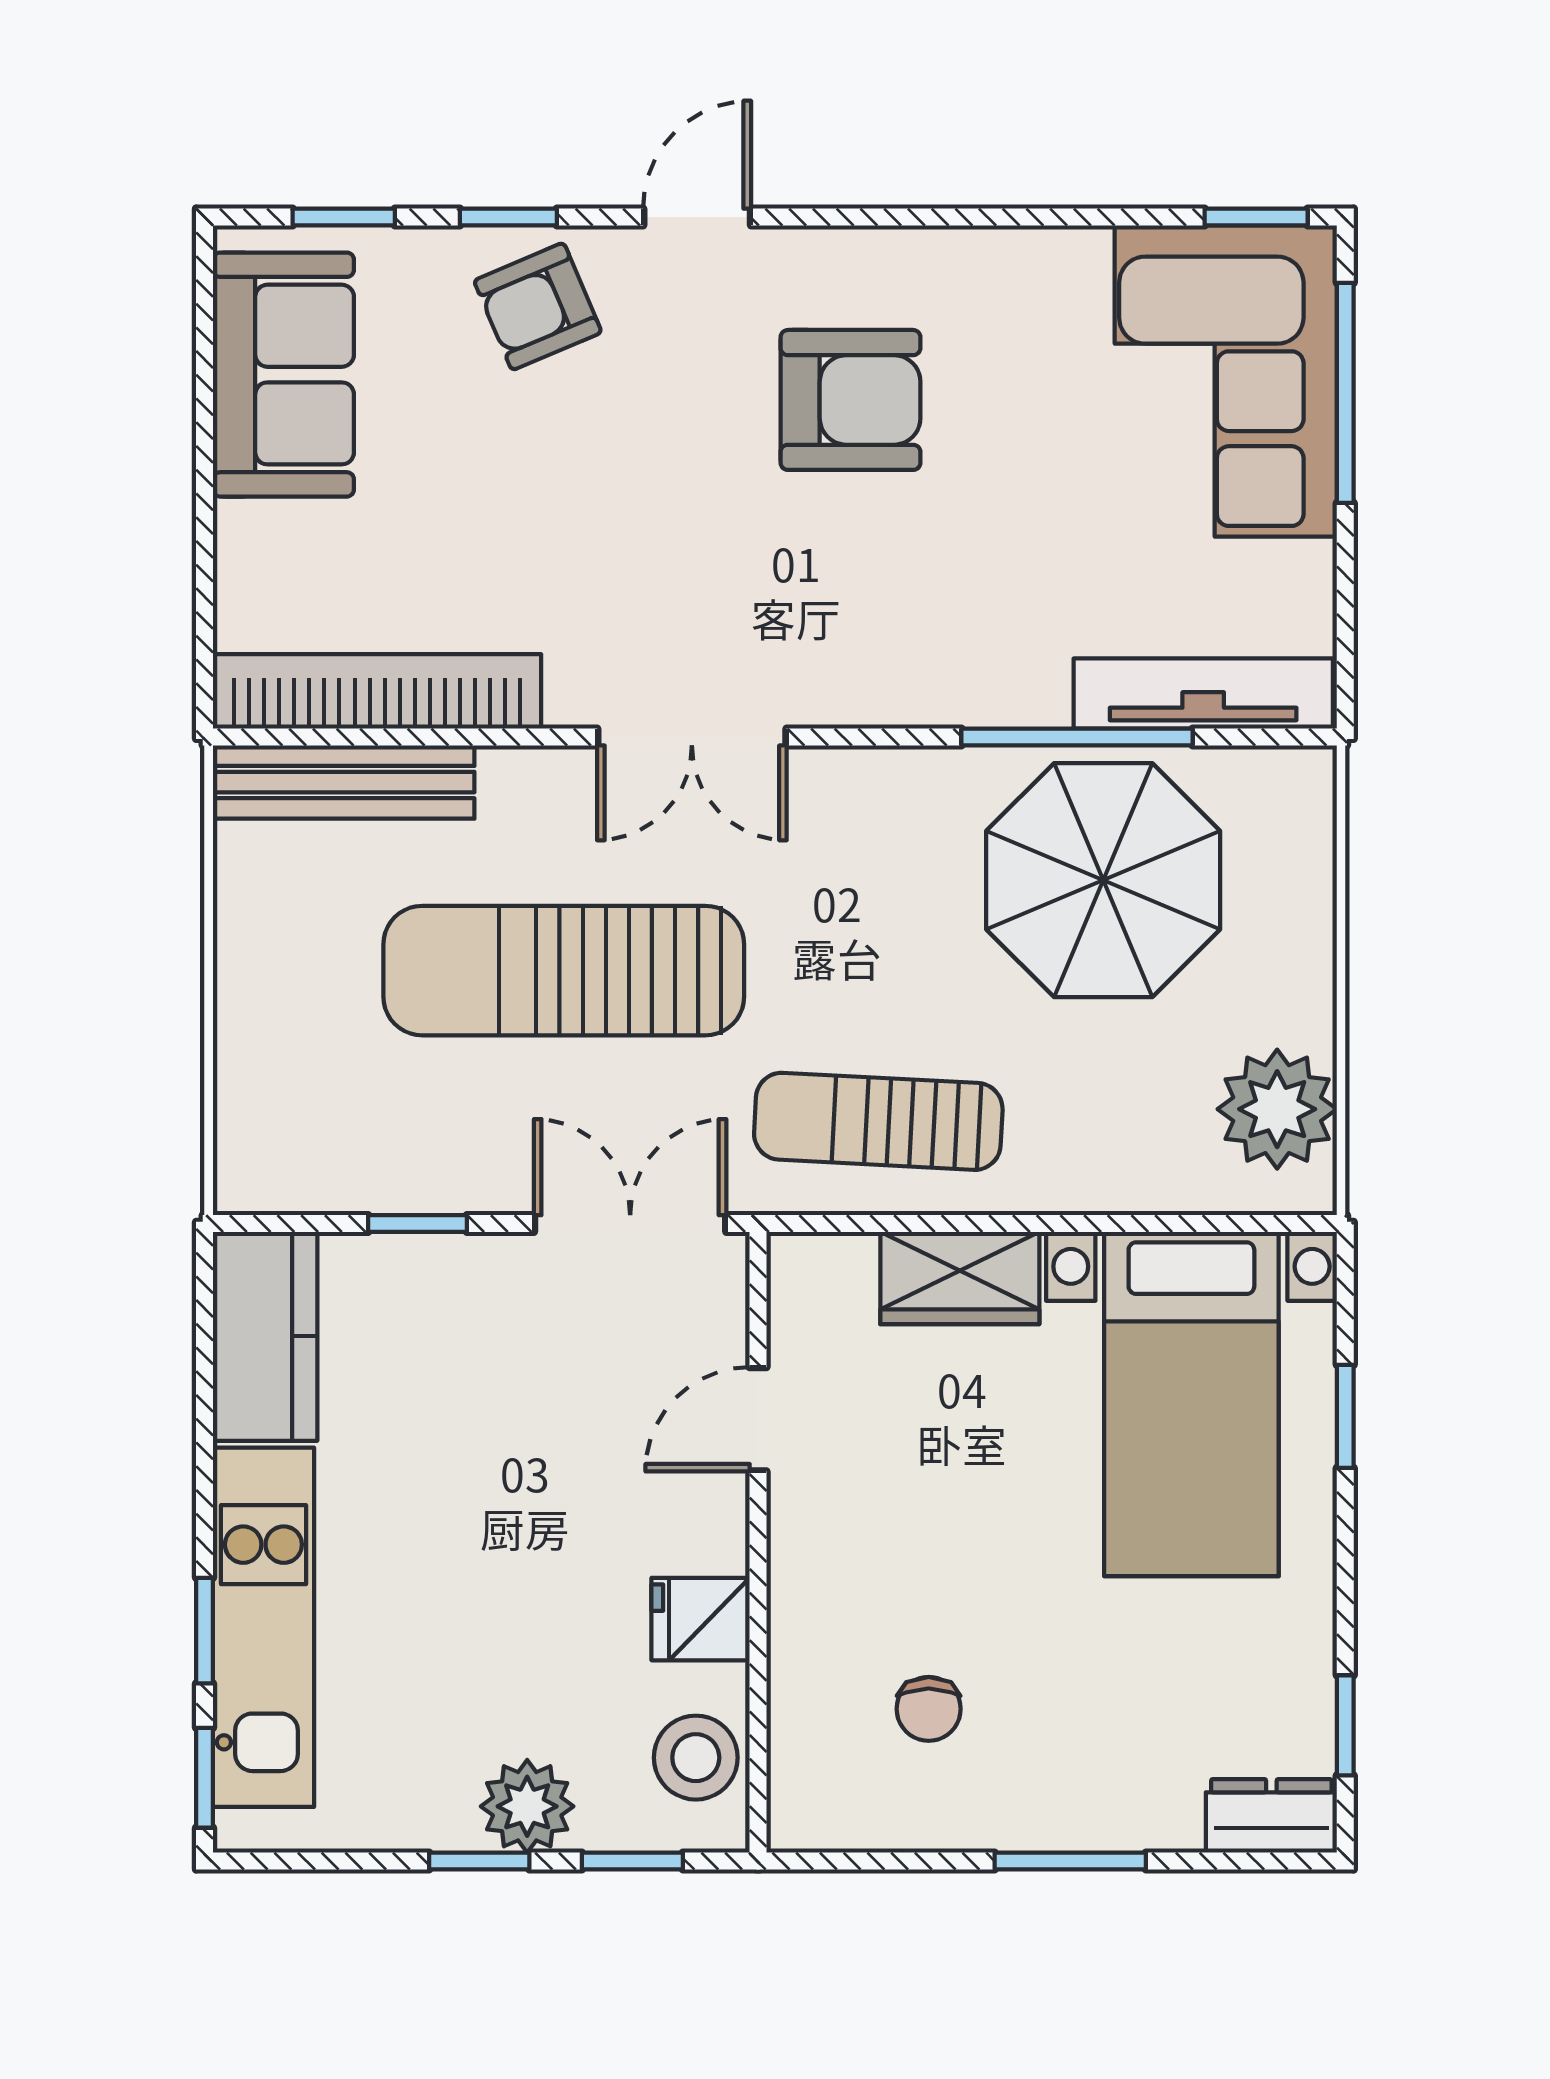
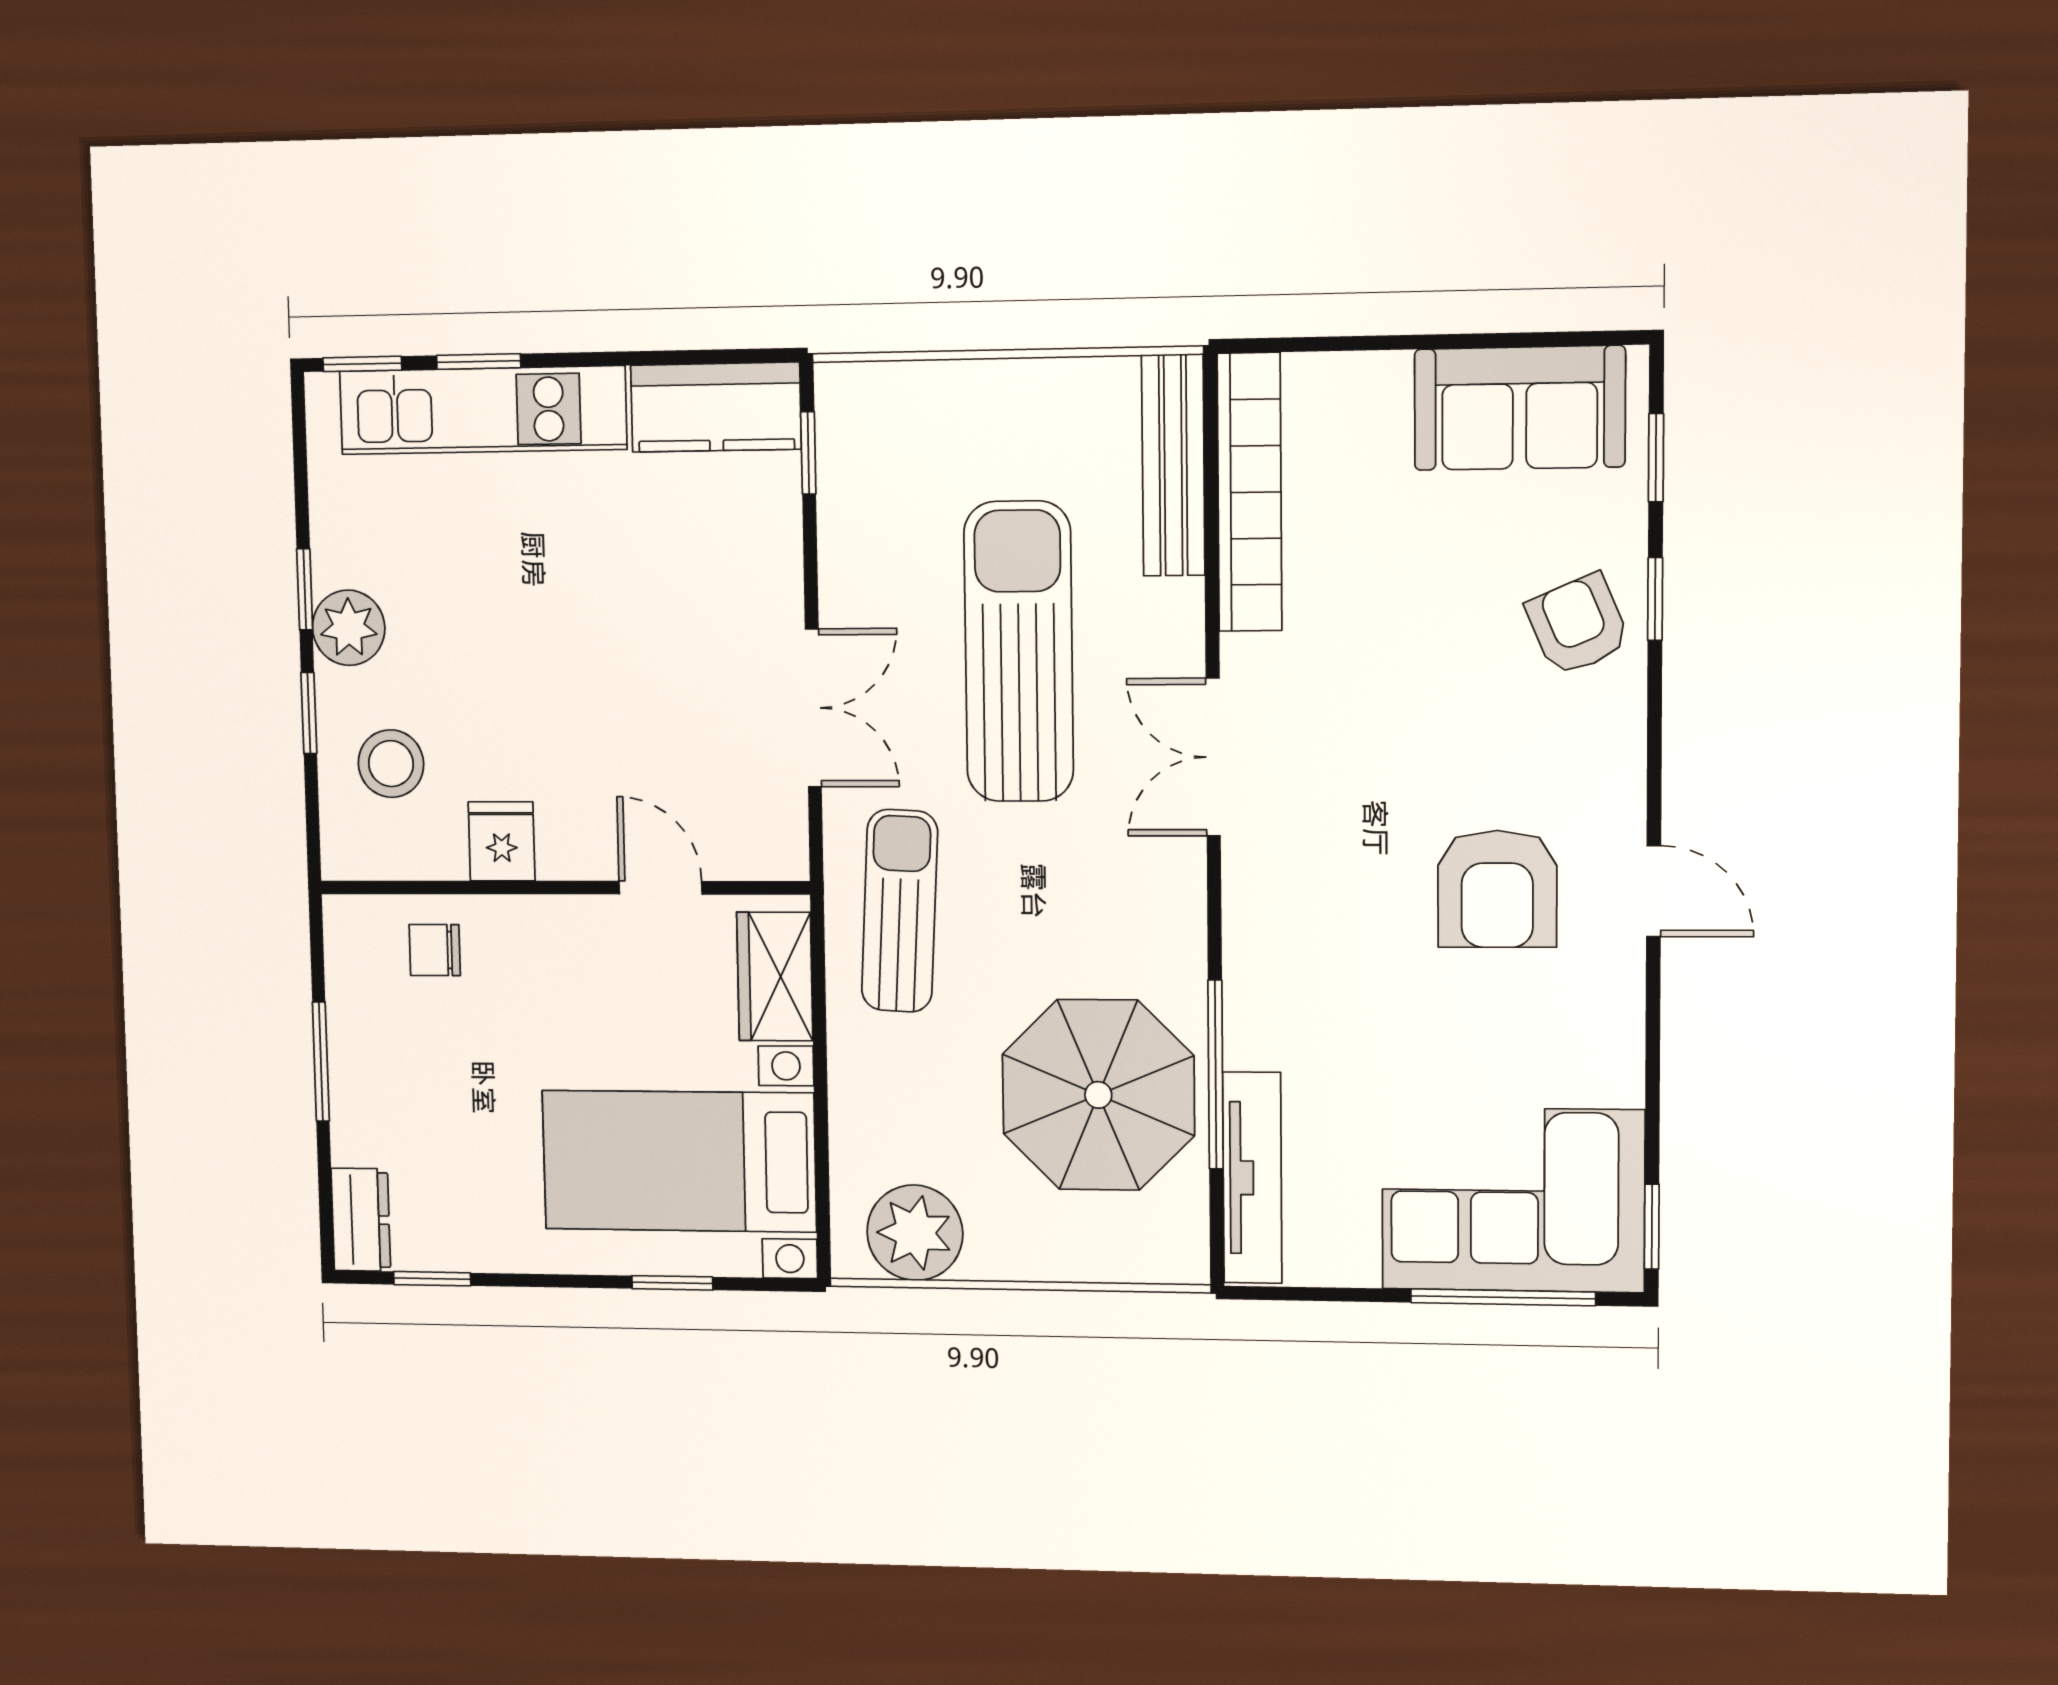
door: (697, 217) -> (1654, 891), moved
window: (418, 1224) -> (808, 453), moved
door: (758, 1419) -> (660, 888), moved
wall: (758, 1542) -> (563, 888), moved
fridge: (701, 1619) -> (502, 841), moved

